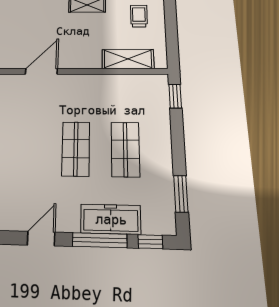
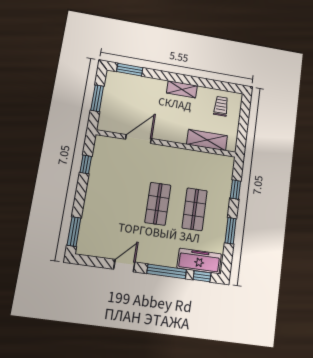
window: (175, 96) -> (235, 190), moved
window: (181, 194) -> (231, 231), moved
freezer: (111, 219) -> (199, 261), moved

